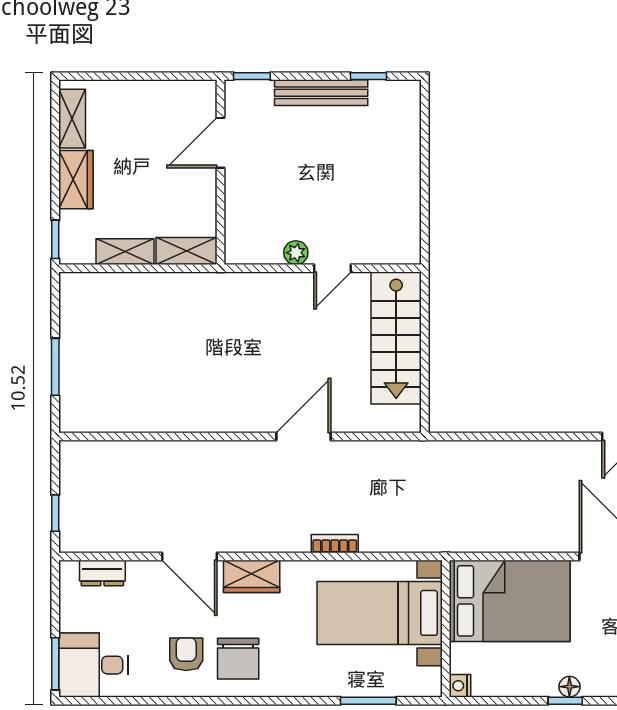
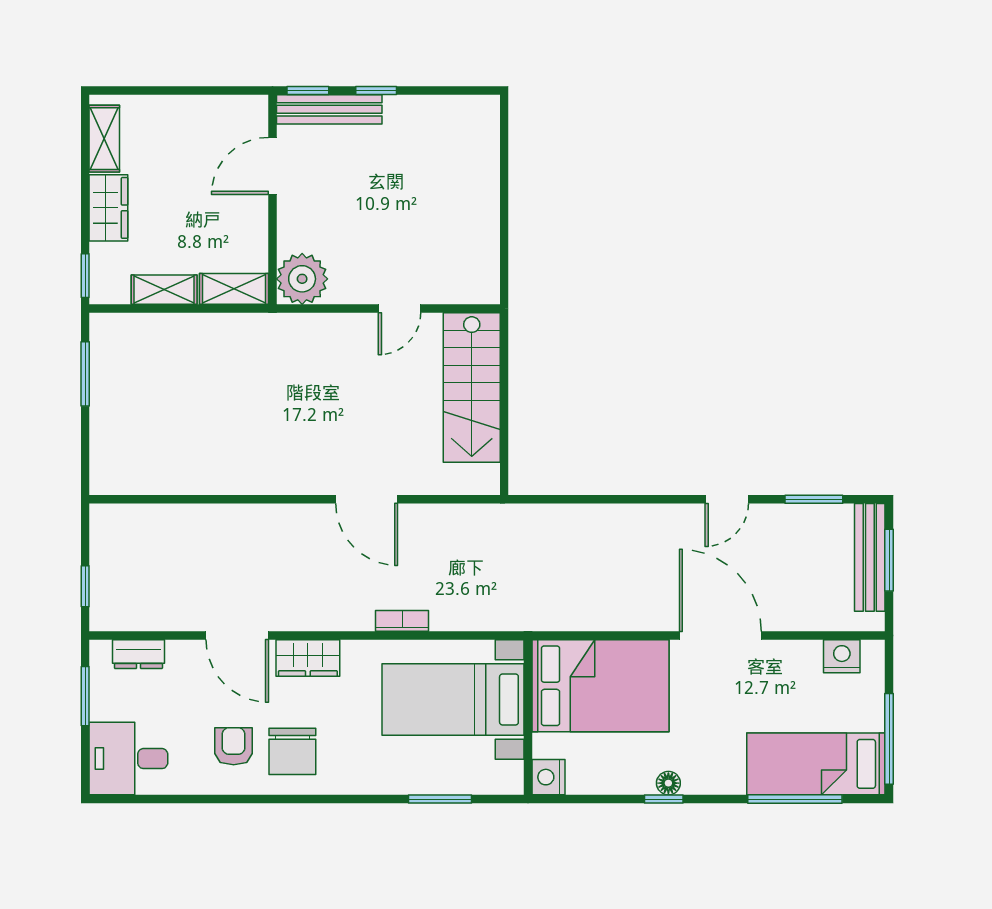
window: (369, 76) -> (376, 90), moved
bench: (321, 93) -> (329, 109), moved
plant: (296, 253) -> (302, 279), moved, width x1.87, depth x1.87
window: (55, 367) -> (85, 374), moved
door: (304, 436) -> (367, 499), swing flipped
window: (55, 664) -> (85, 696), moved
nightstand: (460, 686) -> (548, 777), width x1.39, depth x1.35

